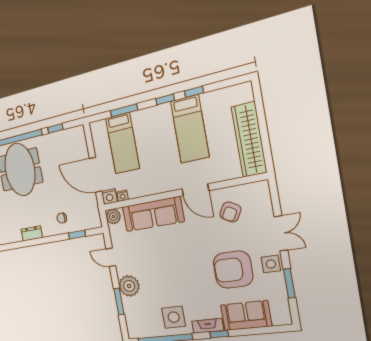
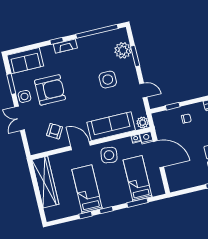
window: (55, 128) -> (194, 189), removed
side table: (158, 176) -> (109, 155), added
plant: (129, 286) -> (123, 50), moved
sofa: (246, 316) -> (25, 61), moved
side table: (174, 317) -> (108, 80), moved

